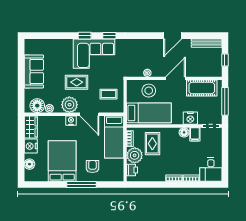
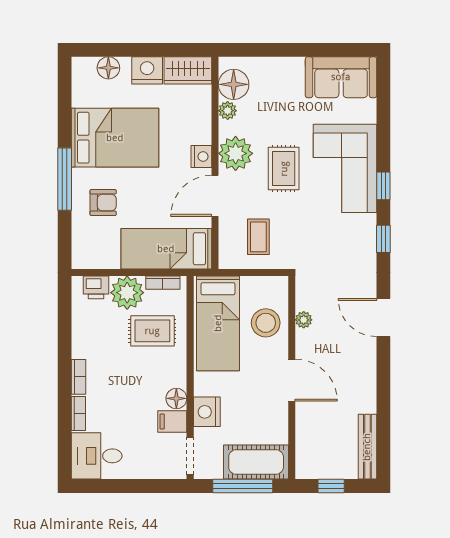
door: (173, 36) -> (383, 318), moved
corner sofa: (94, 54) -> (345, 168), moved
sofa: (34, 71) -> (341, 77), moved
cot: (202, 88) -> (256, 462), moved, turned 90

